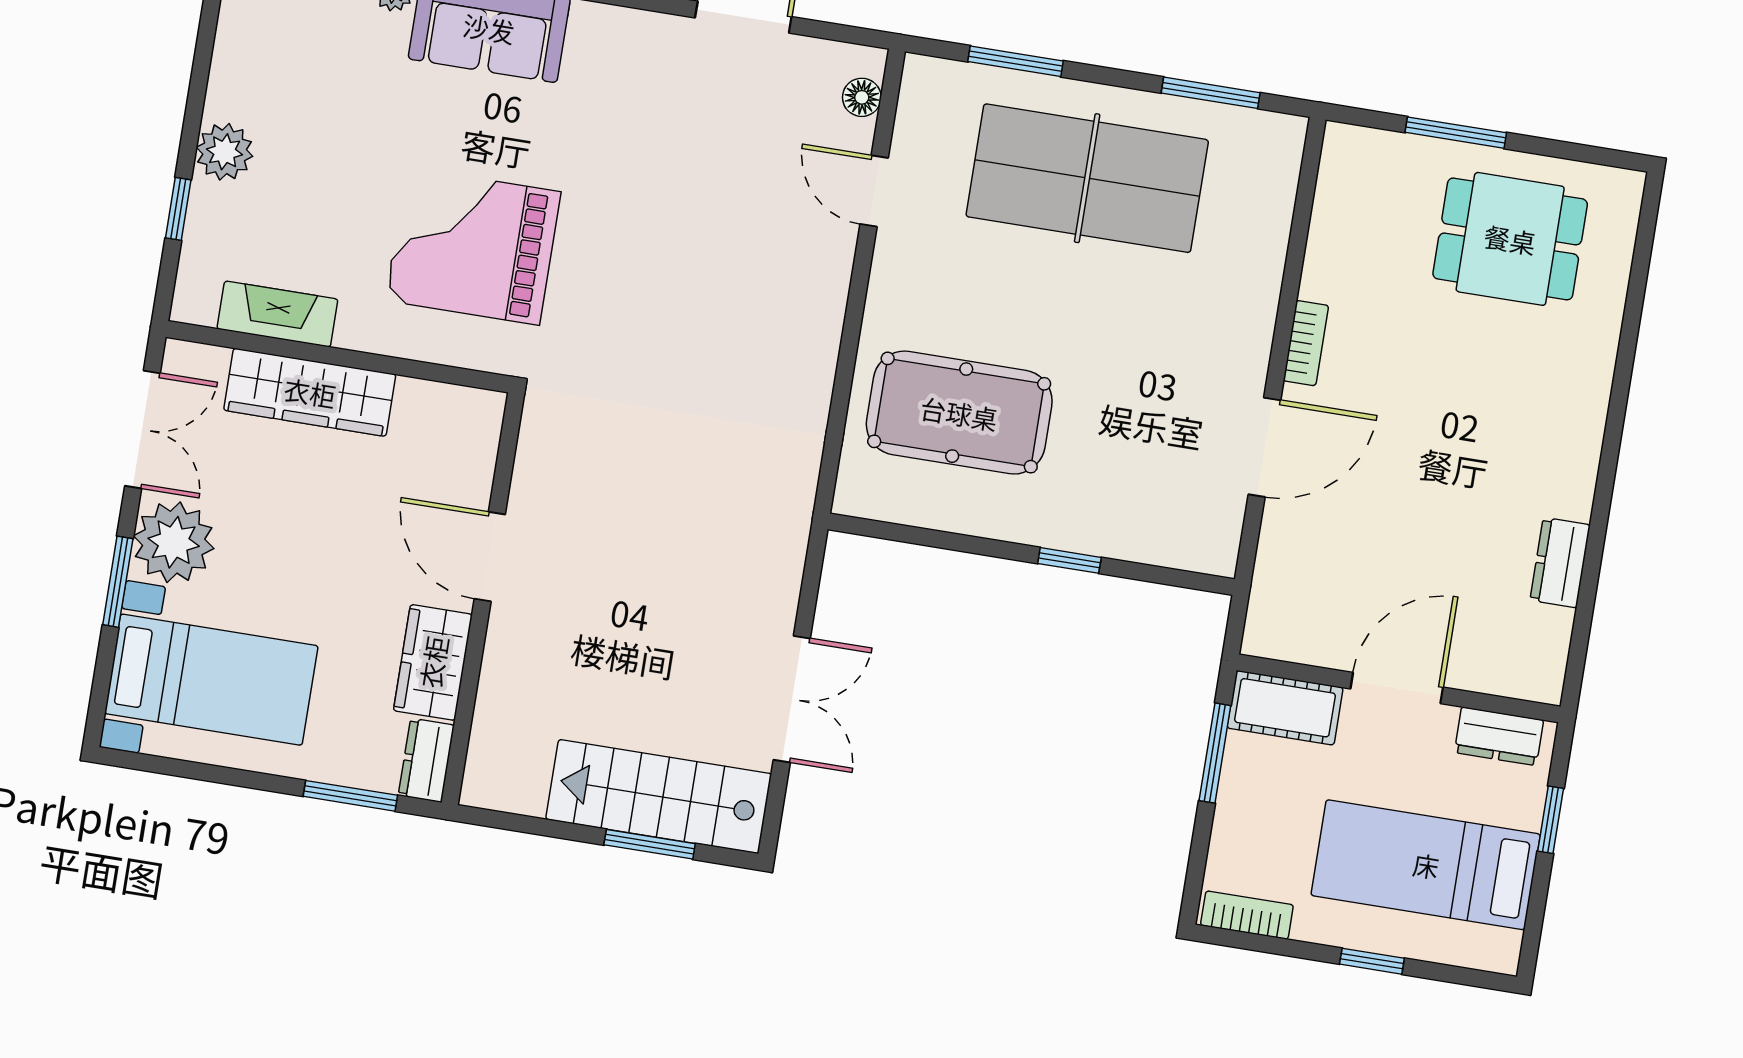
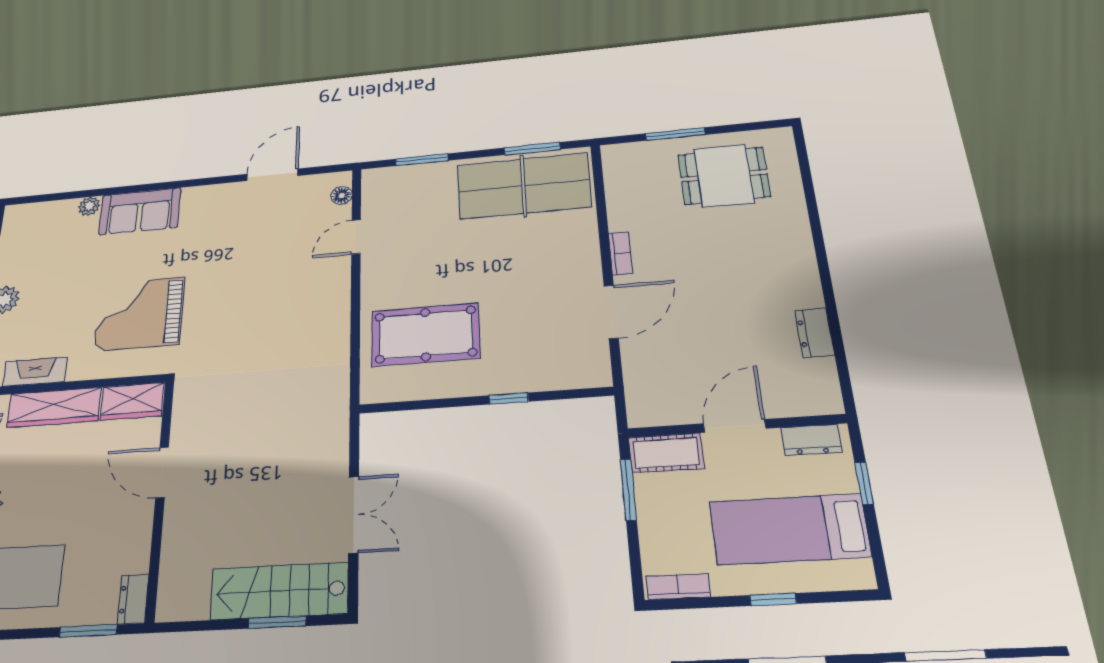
table tennis table: (1087, 178) -> (523, 186), moved
door: (874, 191) -> (356, 237), hinge flipped
wardrobe: (433, 662) -> (132, 401), moved, turned -90

